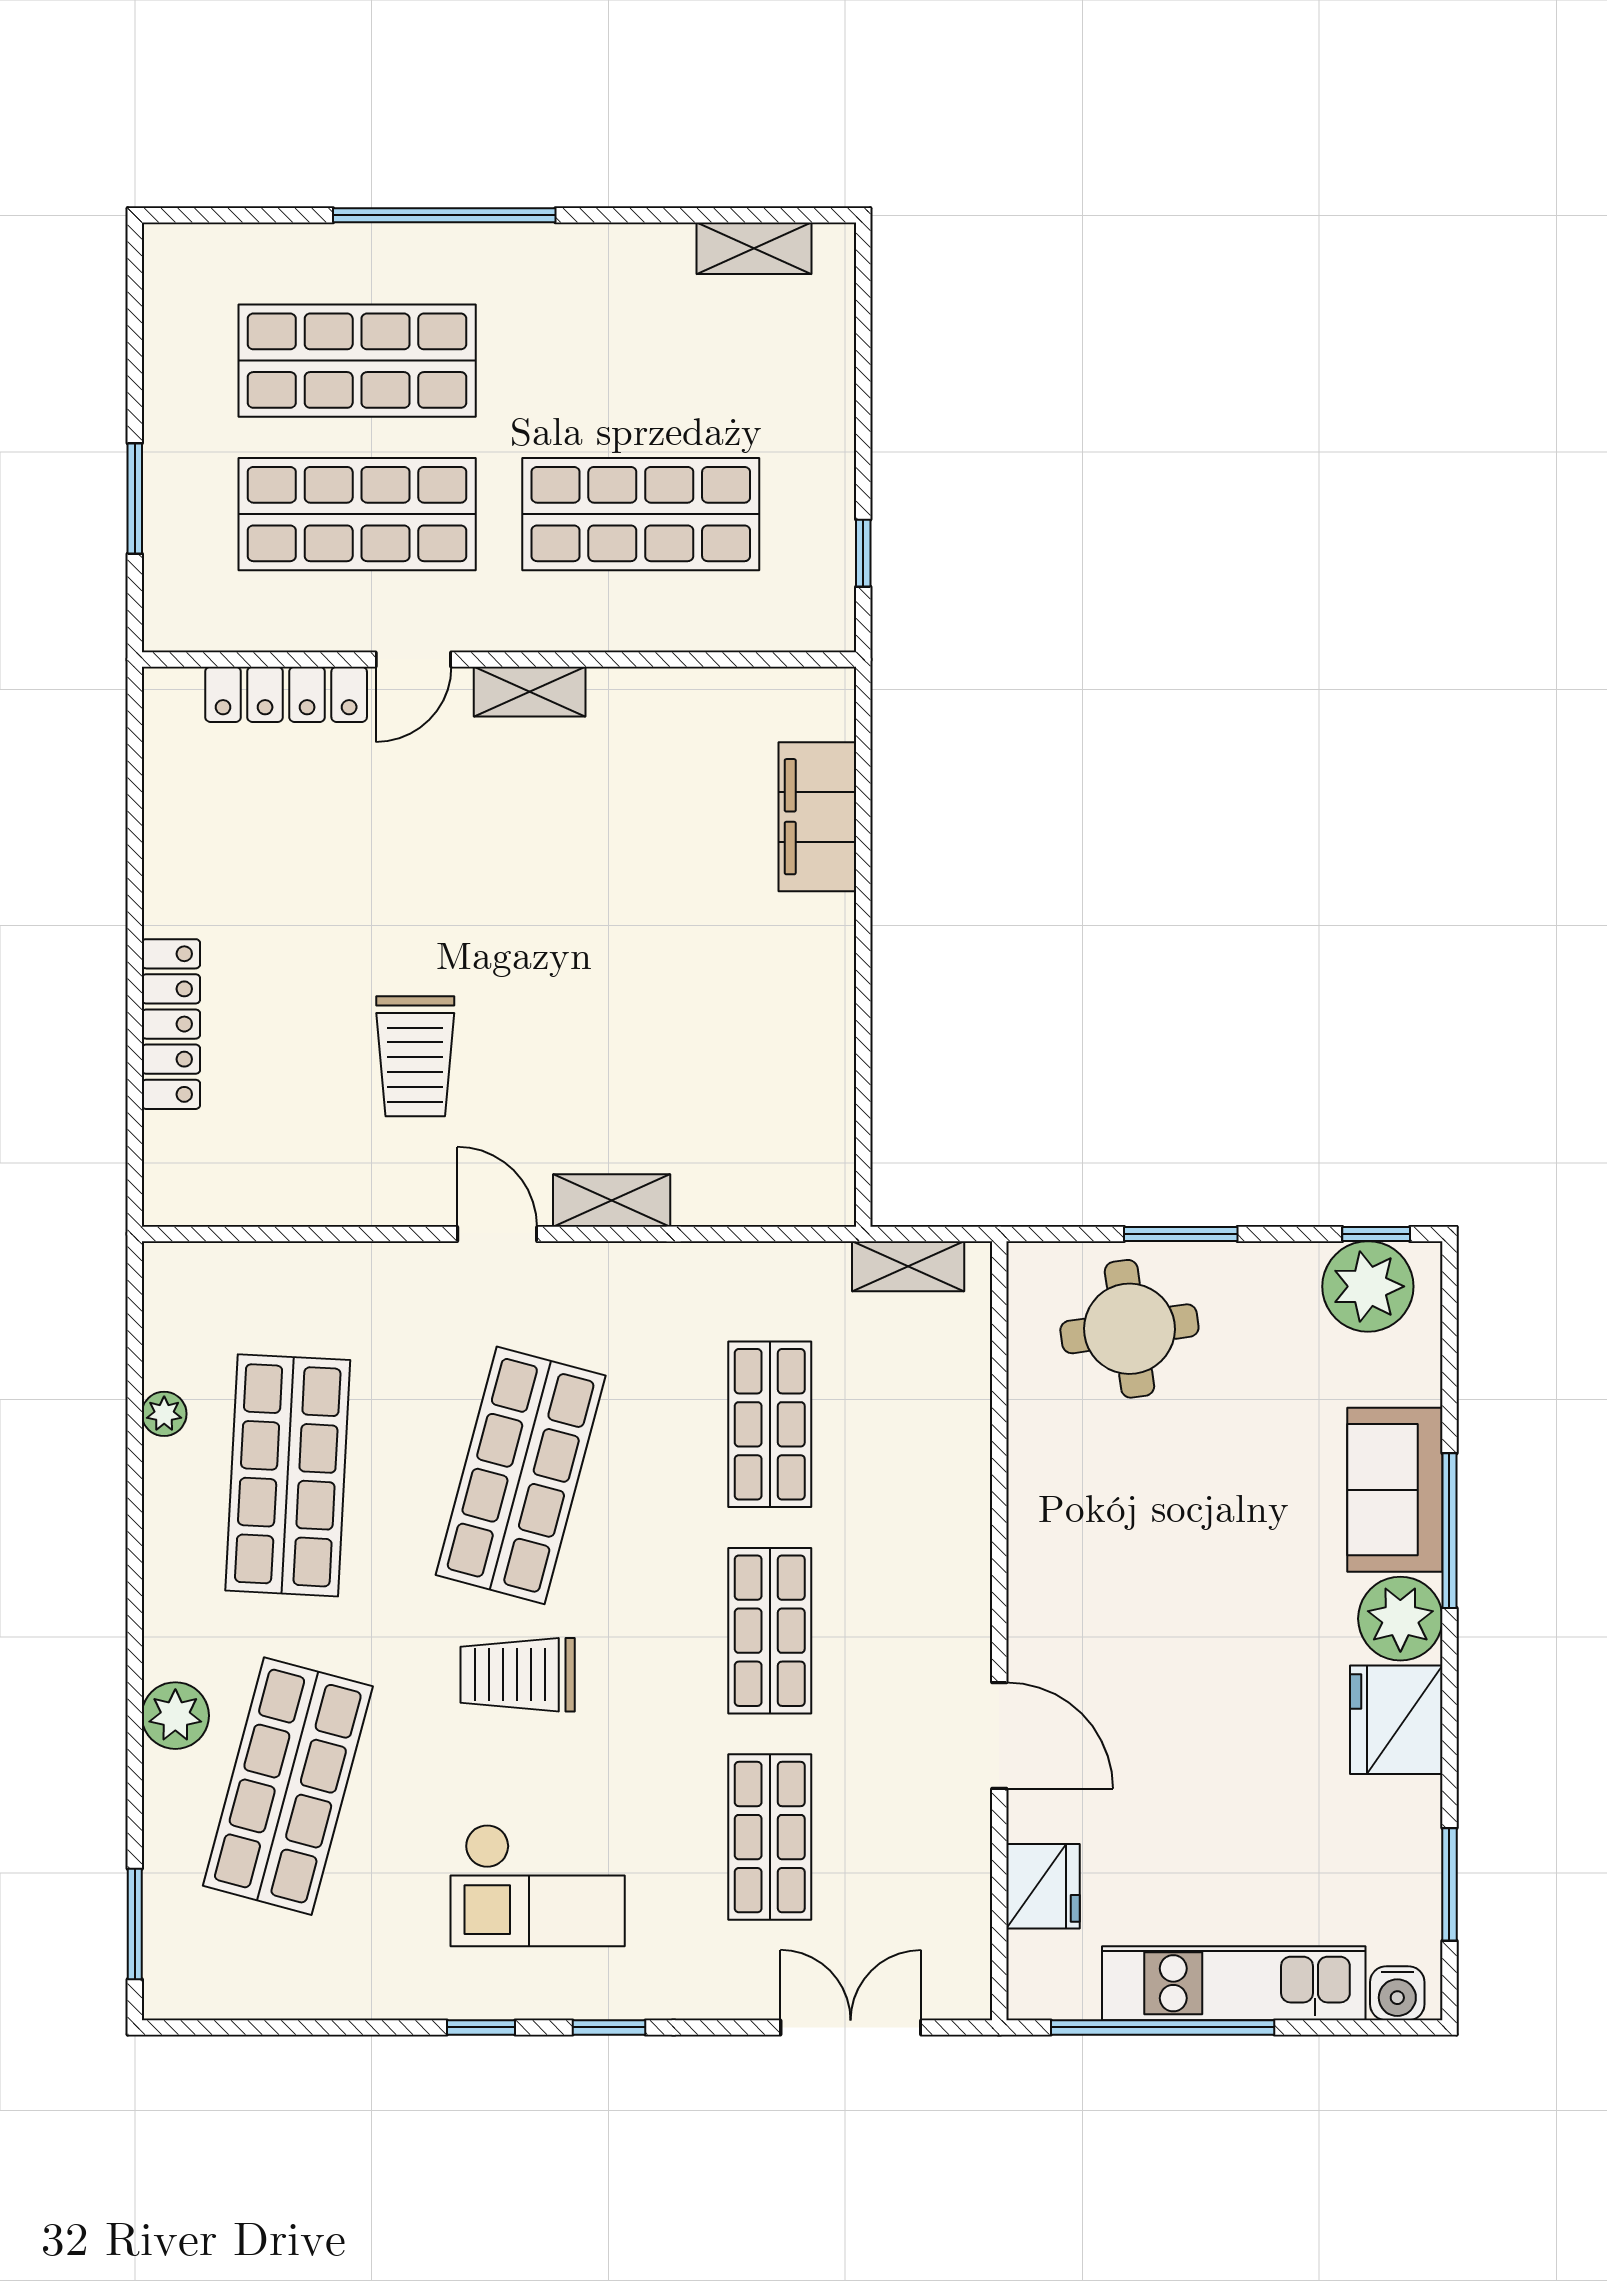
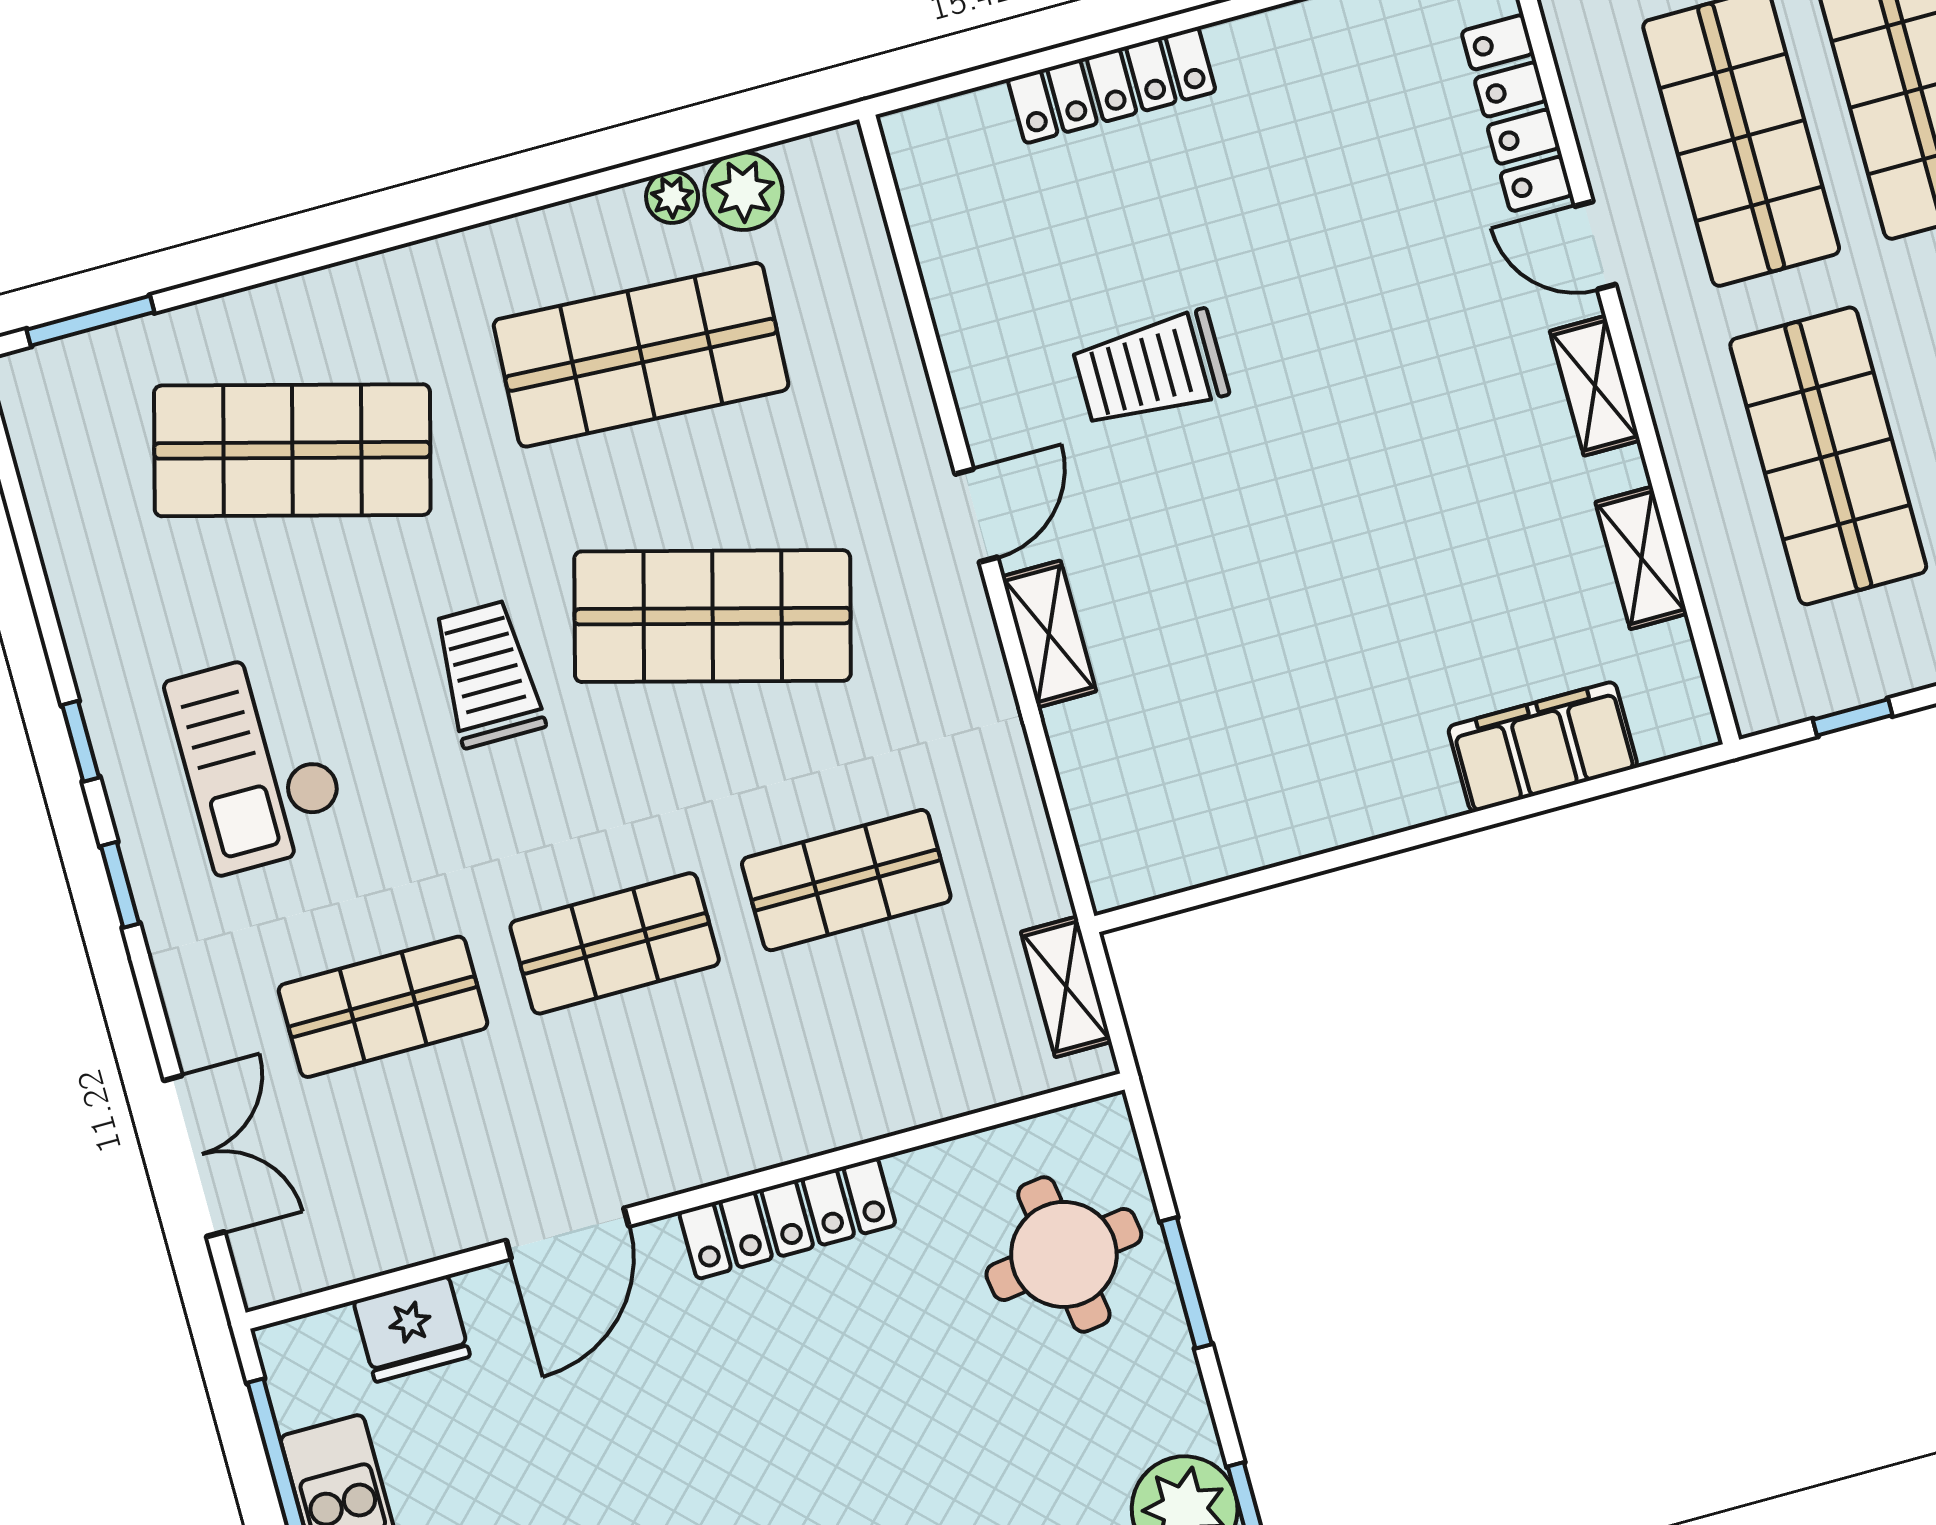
shelving: (683, 692) -> (1641, 558), added
locker: (1037, 1550) -> (787, 1218), added
plant: (175, 1716) -> (743, 191), moved

